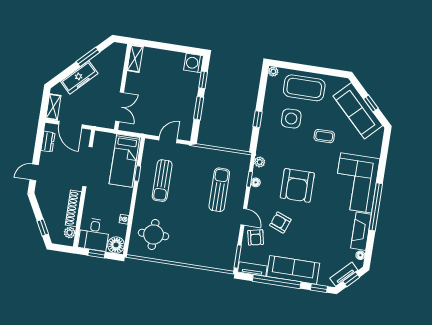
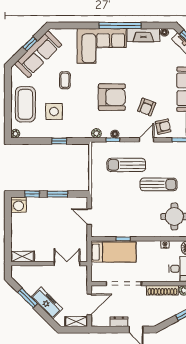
dresser: (48, 142) -> (119, 322), moved
sun lounger: (162, 181) -> (158, 184), moved

